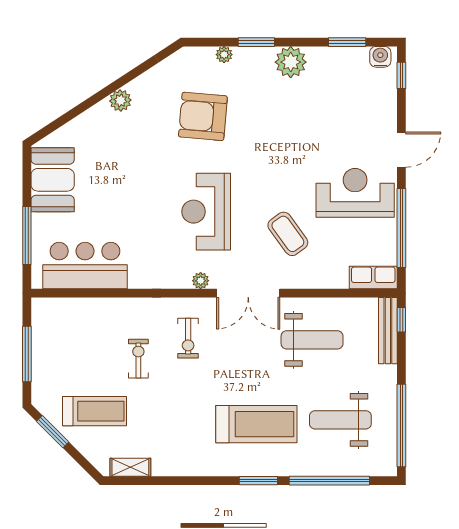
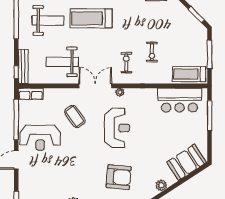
booth: (53, 180) -> (187, 162), moved, turned 57
treadmill: (94, 411) -> (189, 74), moved

